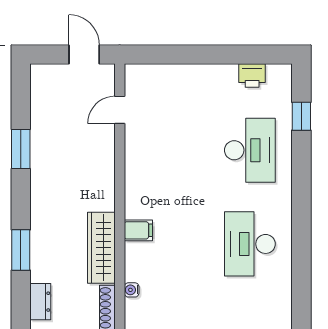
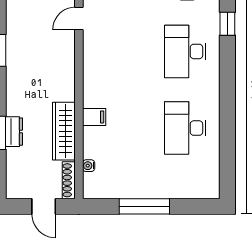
desk: (250, 150) -> (185, 51), turned 180
dresser: (40, 302) -> (14, 132), moved

